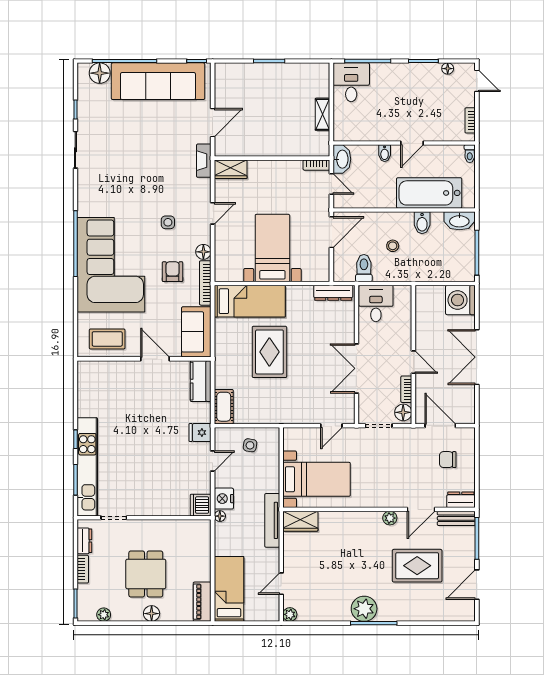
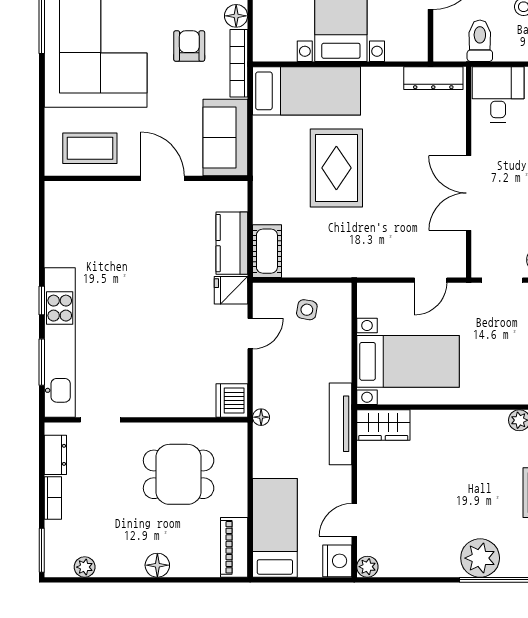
kitchen counter: (201, 381) -> (232, 243), moved
nightstand: (224, 499) -> (337, 561), moved, turned 180
dining table: (146, 574) -> (179, 474), moved, turned 90

